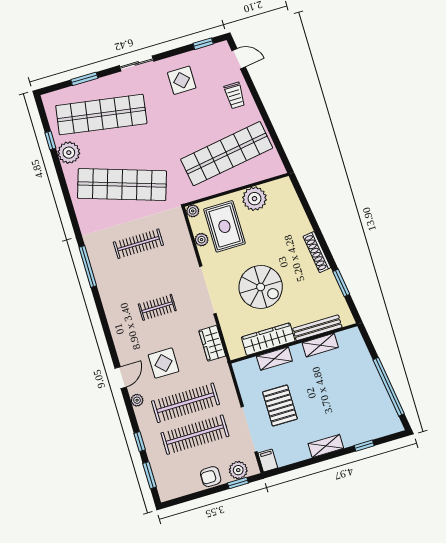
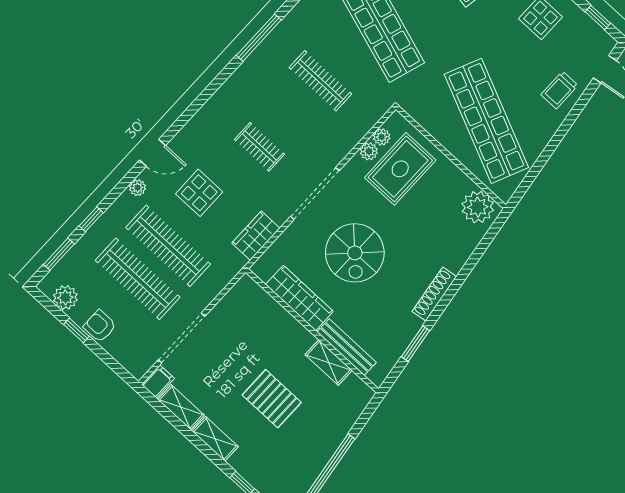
shop shelf: (227, 154) -> (486, 121), turned 33
plant: (254, 199) -> (478, 207), moved
plant: (193, 211) -> (382, 137), moved
shelving: (274, 359) -> (181, 407), moved
pallet: (280, 405) -> (272, 399), moved, turned 90
plant: (238, 470) -> (65, 298), moved
window: (238, 483) -> (76, 330), moved

